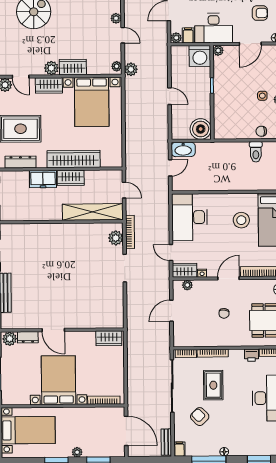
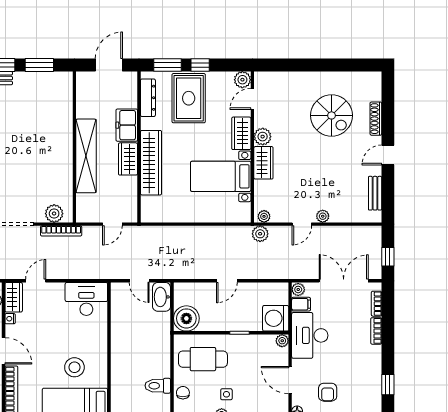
bed with nightstands: (92, 102) -> (221, 176), width x0.73
cafe table: (234, 115) -> (203, 359), added
shelving: (93, 212) -> (86, 156), moved
desk: (190, 217) -> (86, 299), width x0.73, depth x0.77

